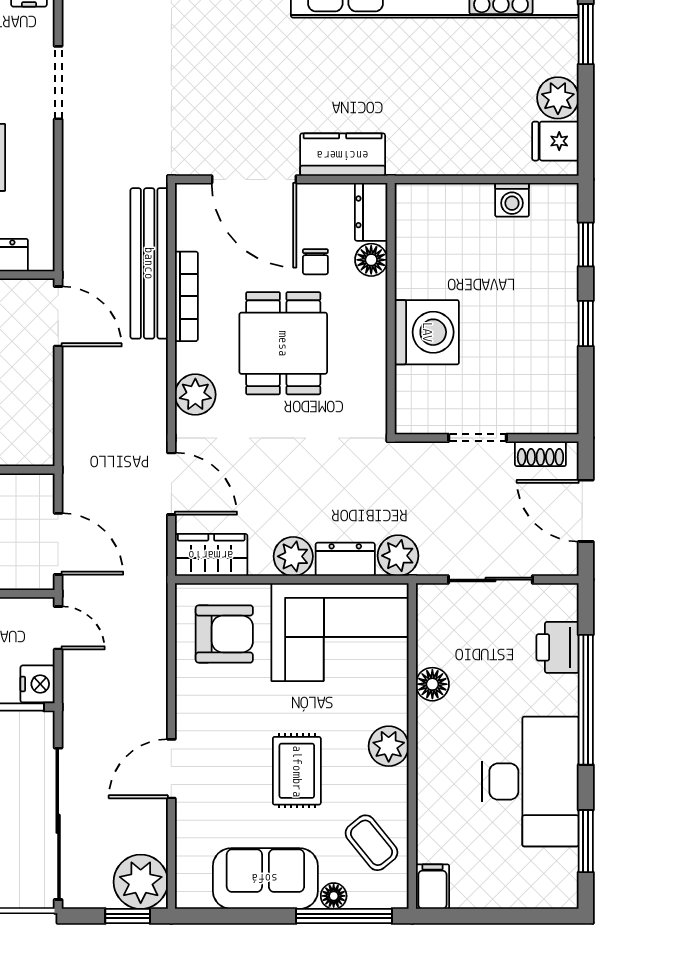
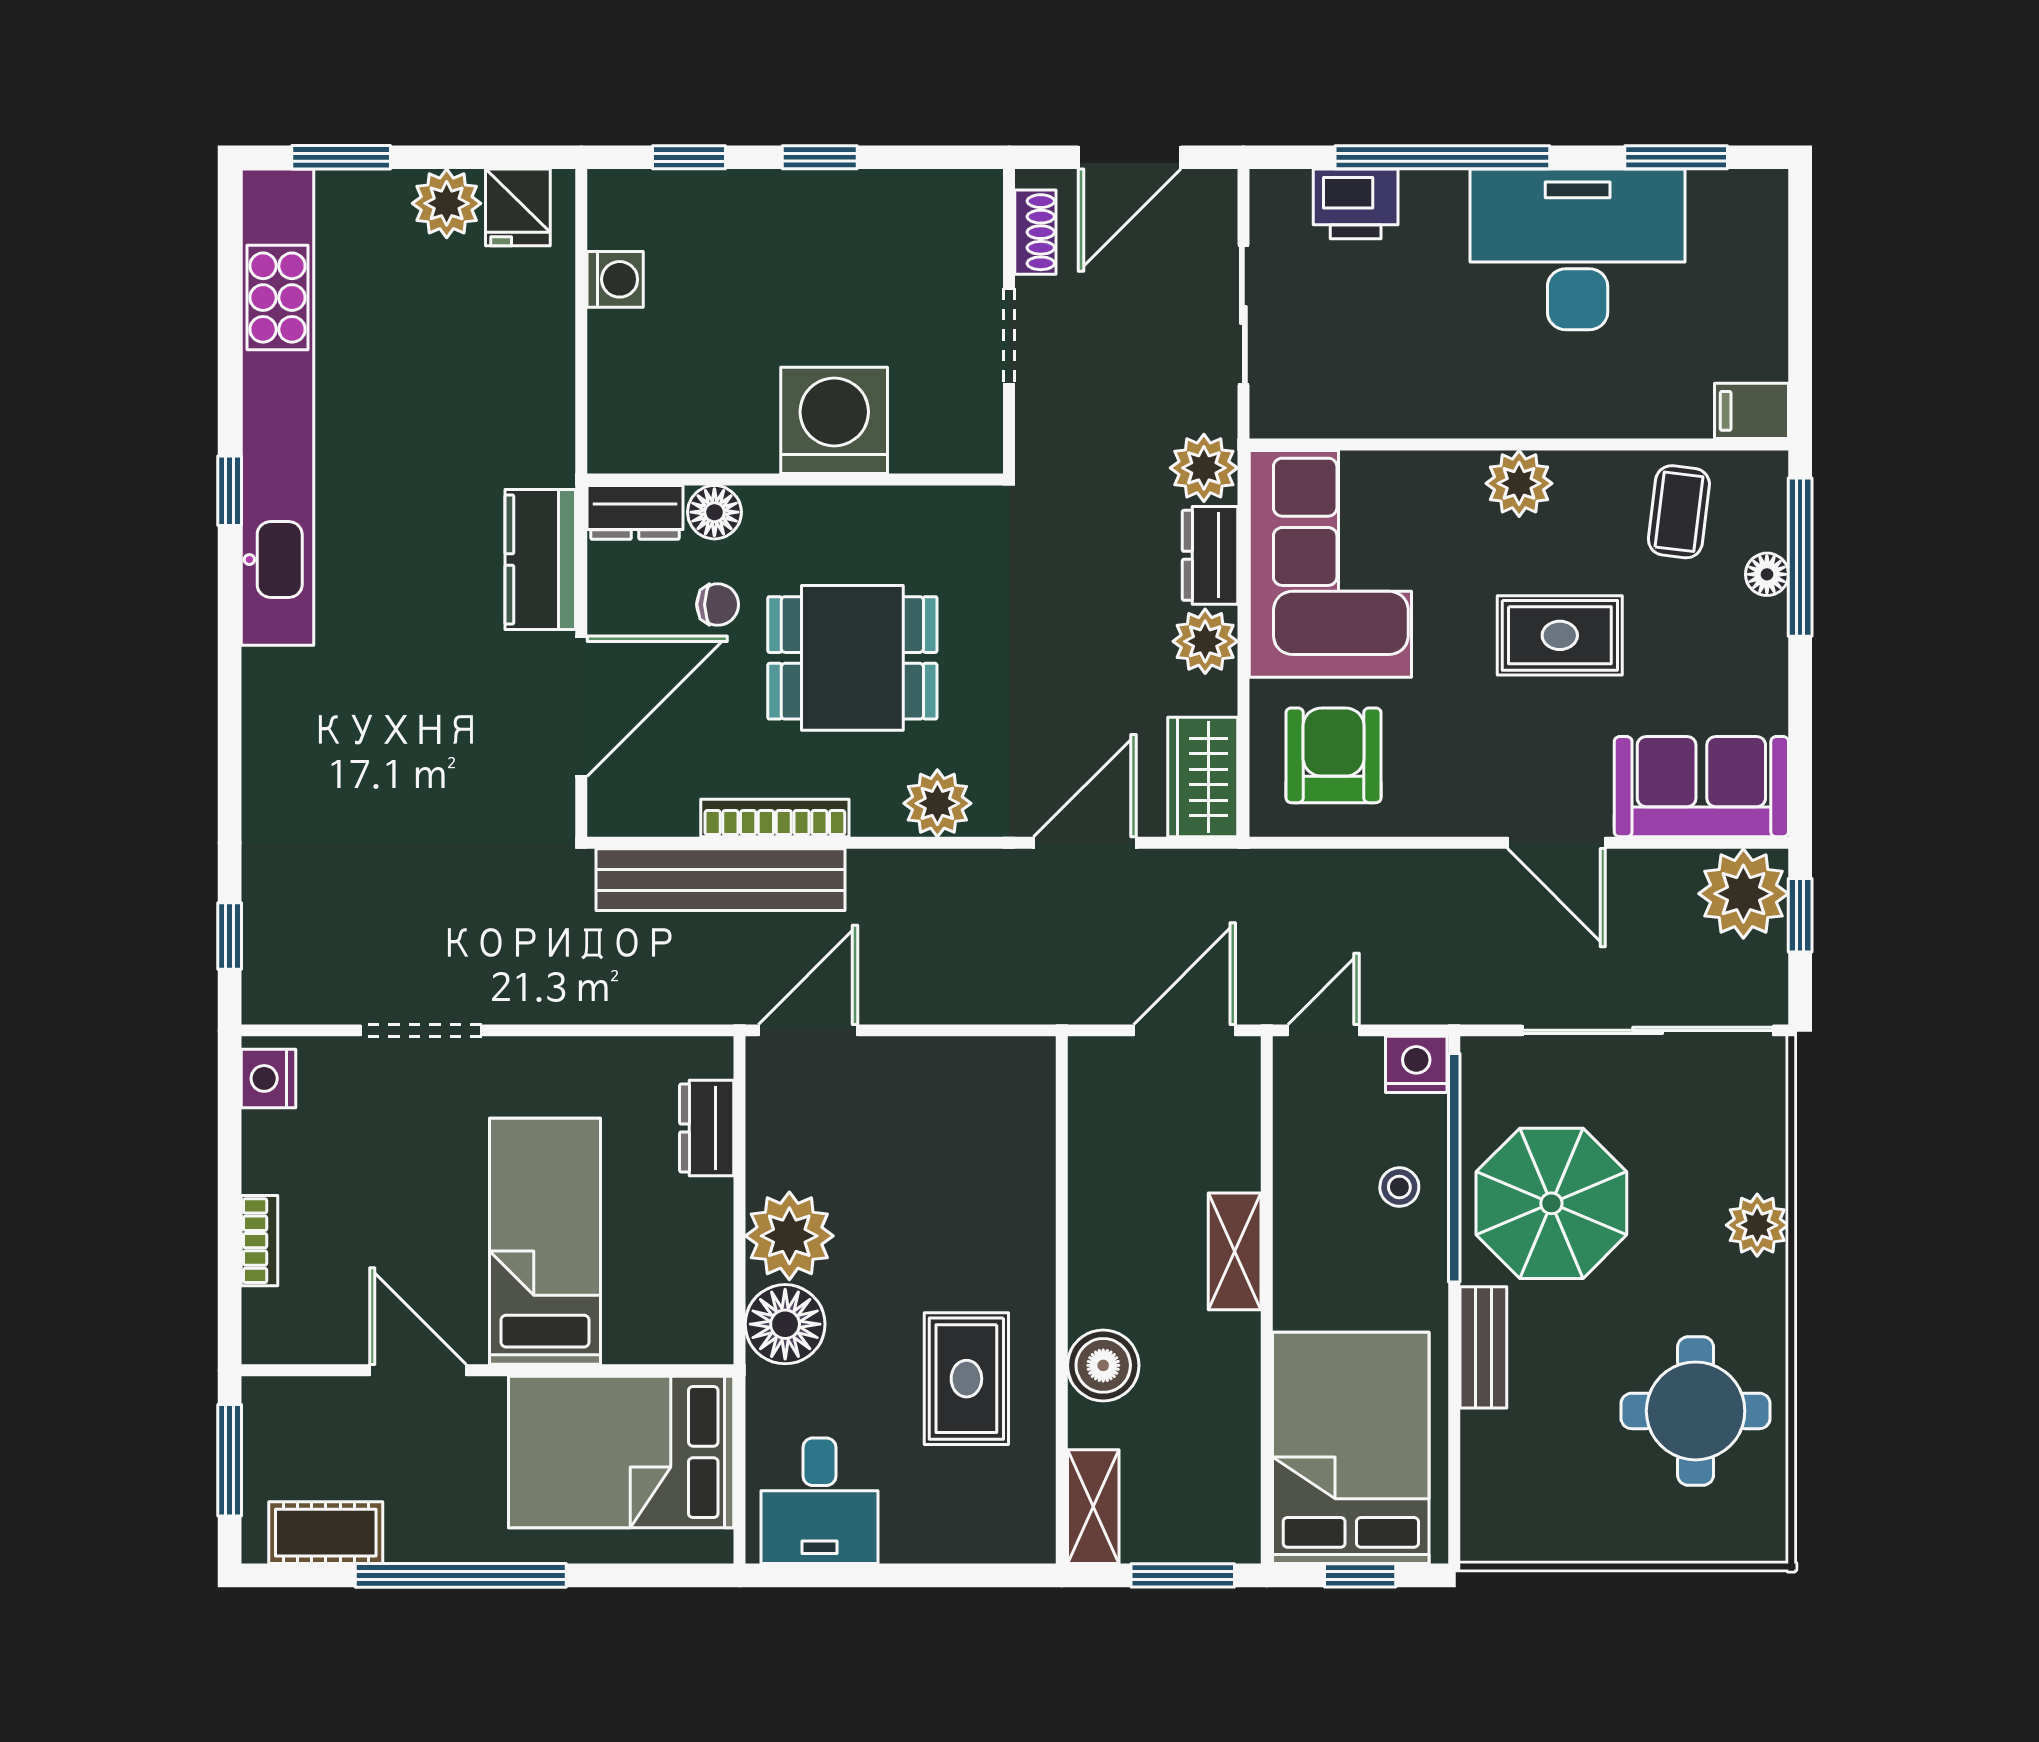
floor lamp: (432, 684) -> (1417, 411), removed
coffee table: (371, 843) -> (1679, 512), turned -44
sofa: (265, 878) -> (1701, 787), moved, turned 90

